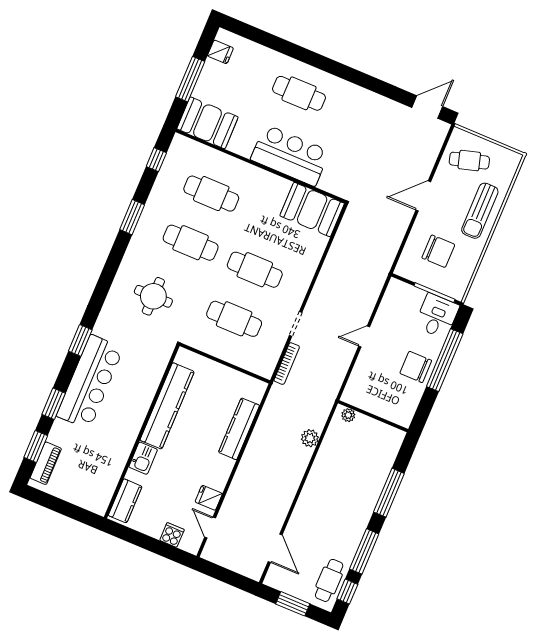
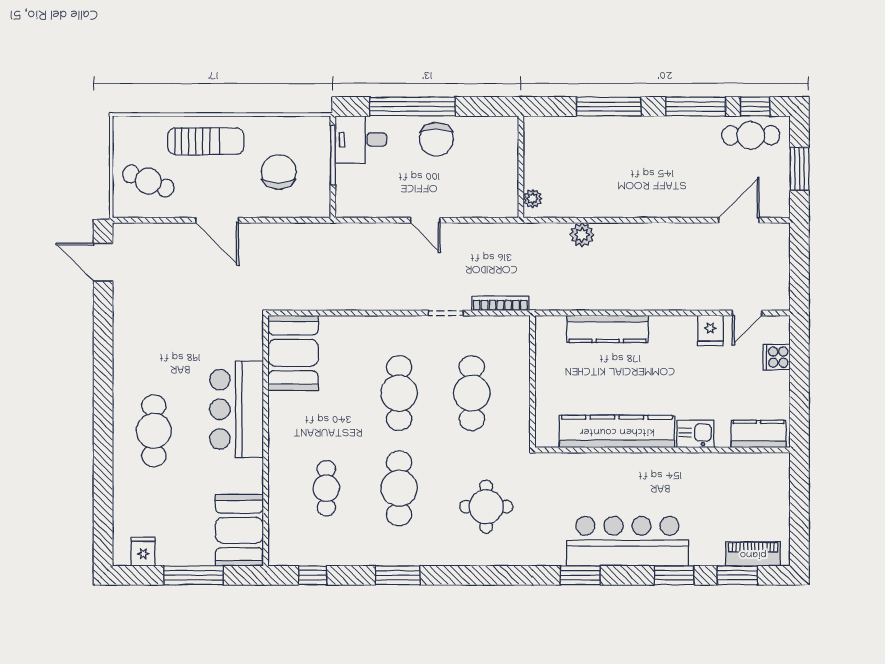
cafe table: (469, 161) -> (148, 181), turned -52
cafe table: (211, 194) -> (326, 488), width x0.73, depth x0.74

